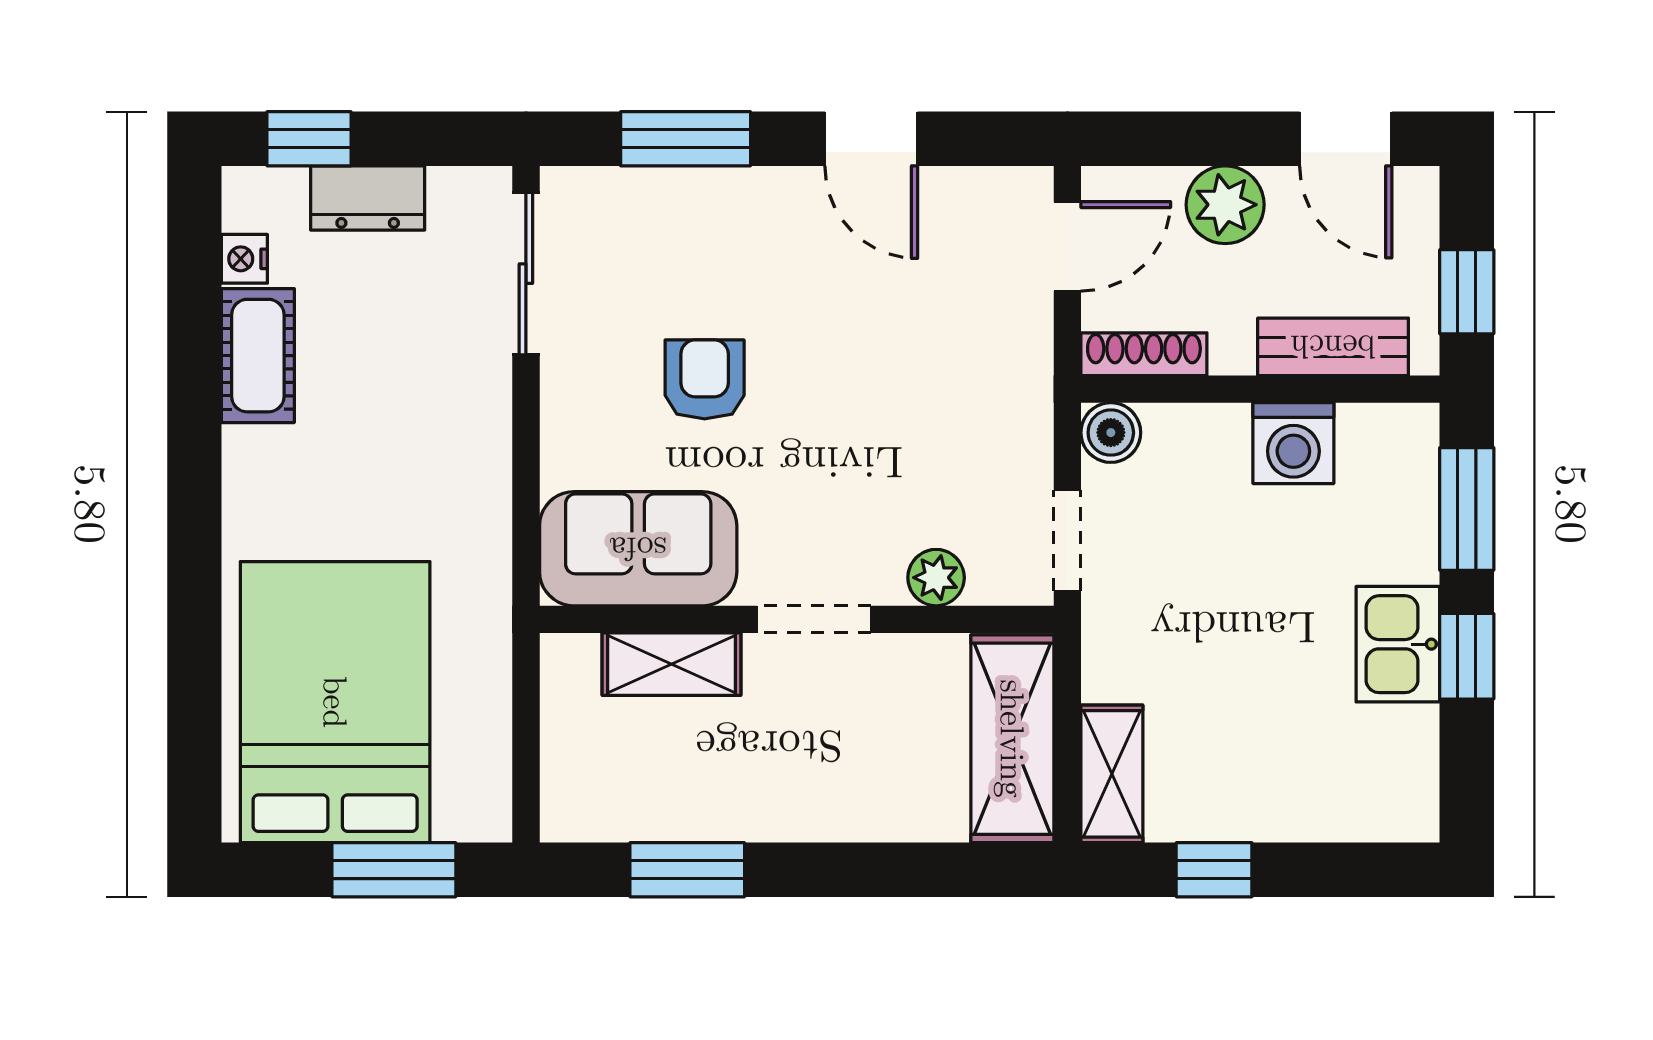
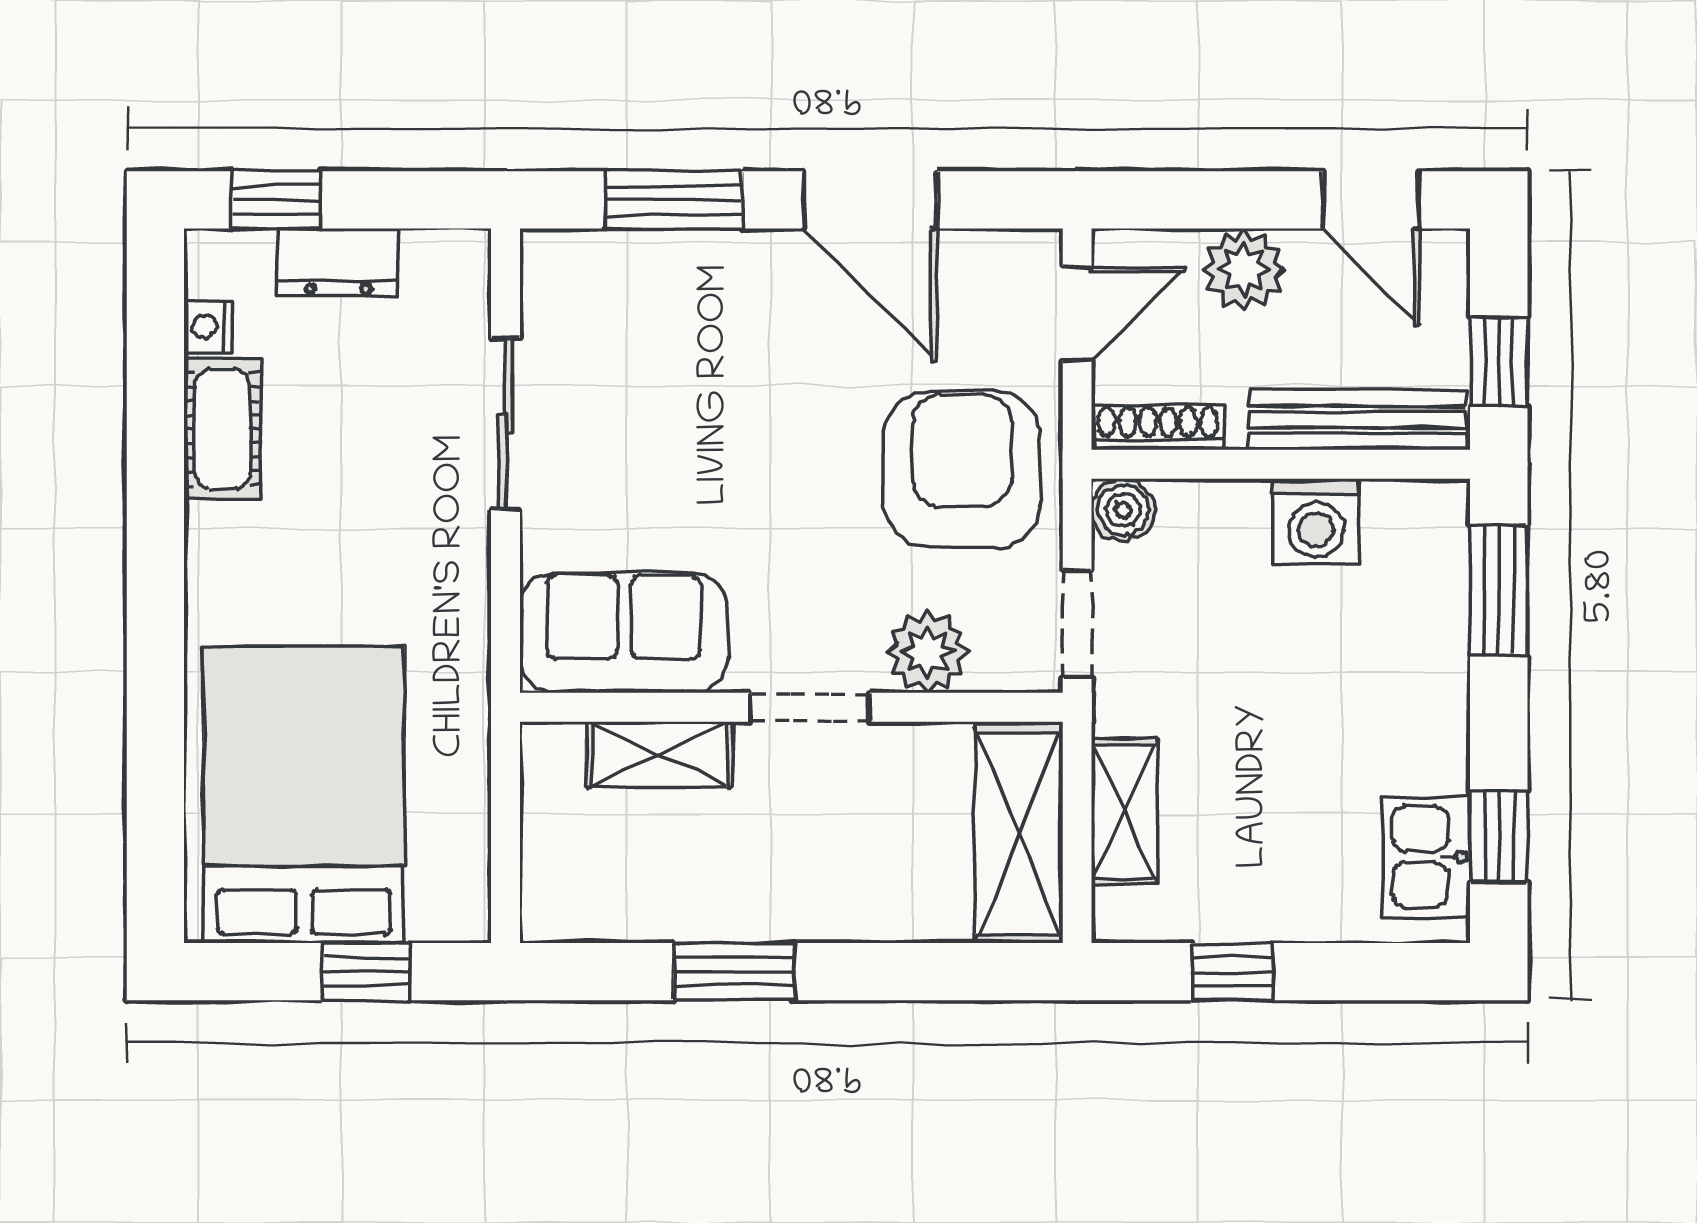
door: (871, 139) -> (870, 200), width x1.38
sliding door: (526, 274) -> (505, 424), moved
bench: (1333, 347) -> (1358, 420), width x1.36
armchair: (705, 379) -> (962, 469), moved, width x1.88, depth x1.88
plant: (936, 578) -> (927, 652), width x1.38, depth x1.38
kitchen sink: (1398, 644) -> (1426, 857), moved
window: (1467, 656) -> (1499, 836), moved
shelving: (1112, 774) -> (1124, 811), moved
window: (394, 870) -> (366, 972), width x0.67
window: (687, 870) -> (734, 972), moved

